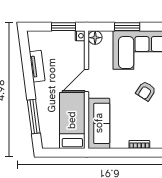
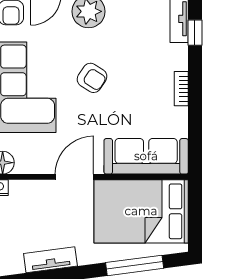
door: (87, 80) -> (74, 177), swing flipped
bed: (72, 120) -> (141, 211), width x1.50

